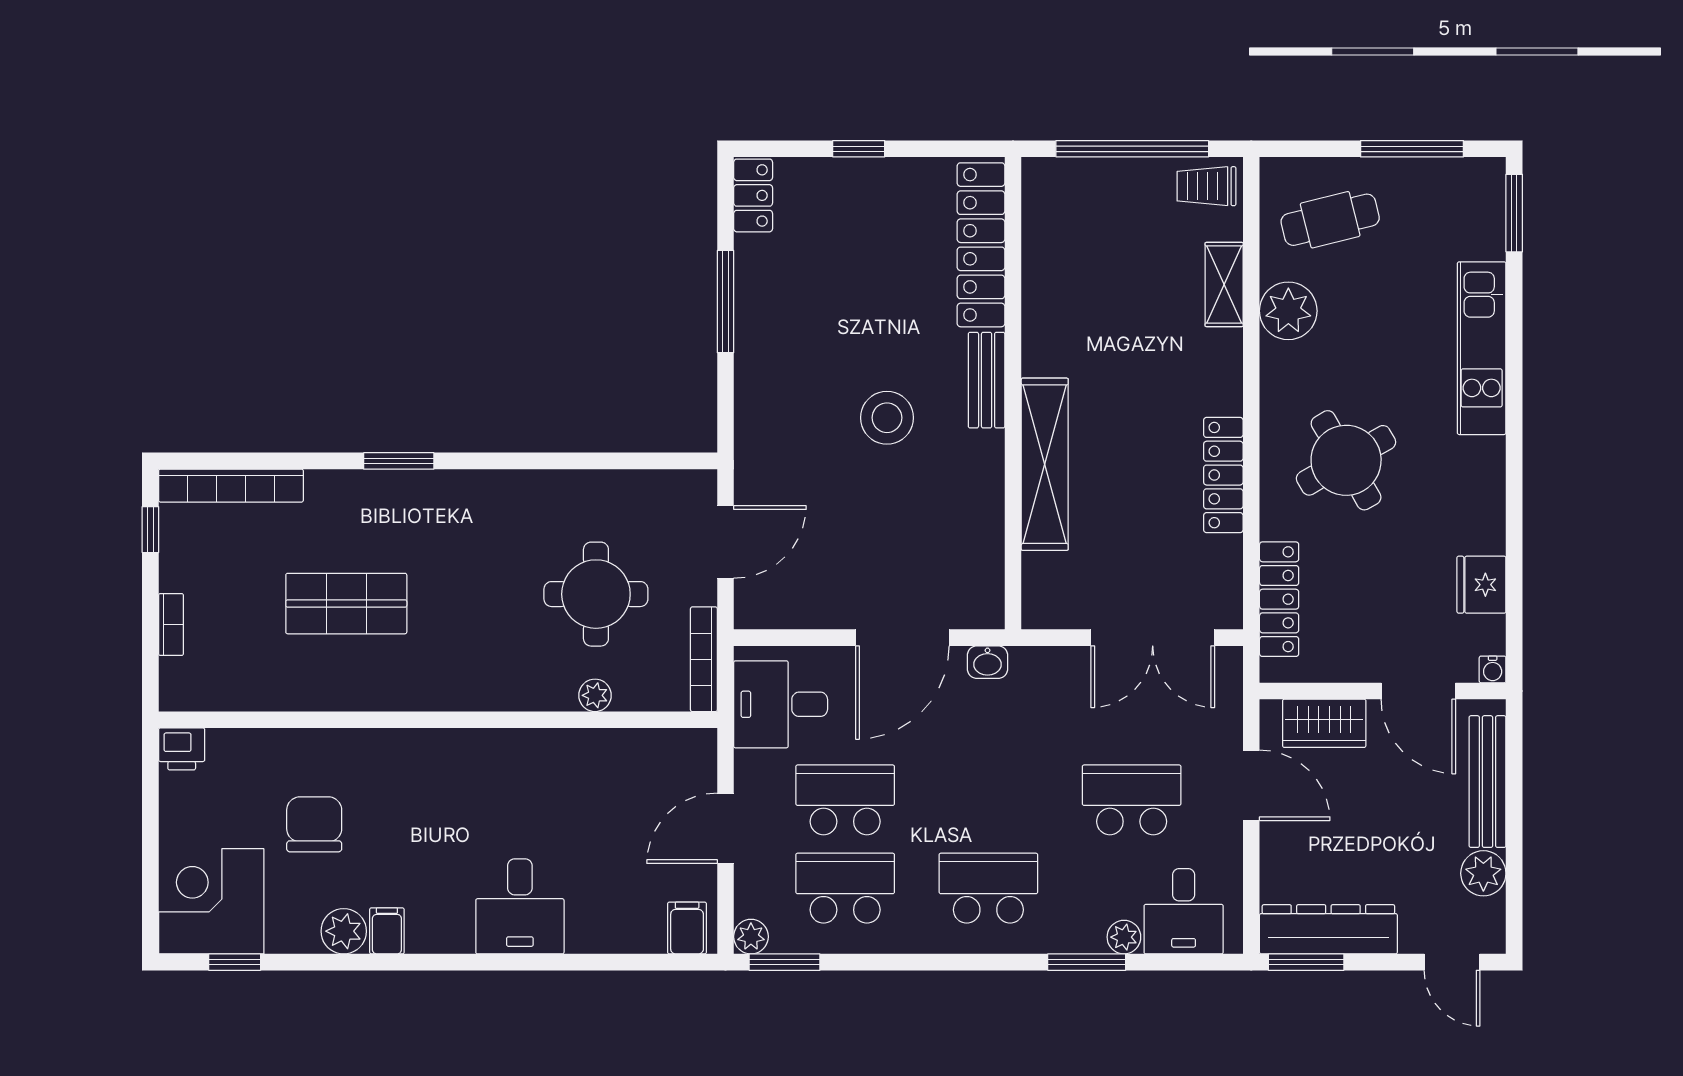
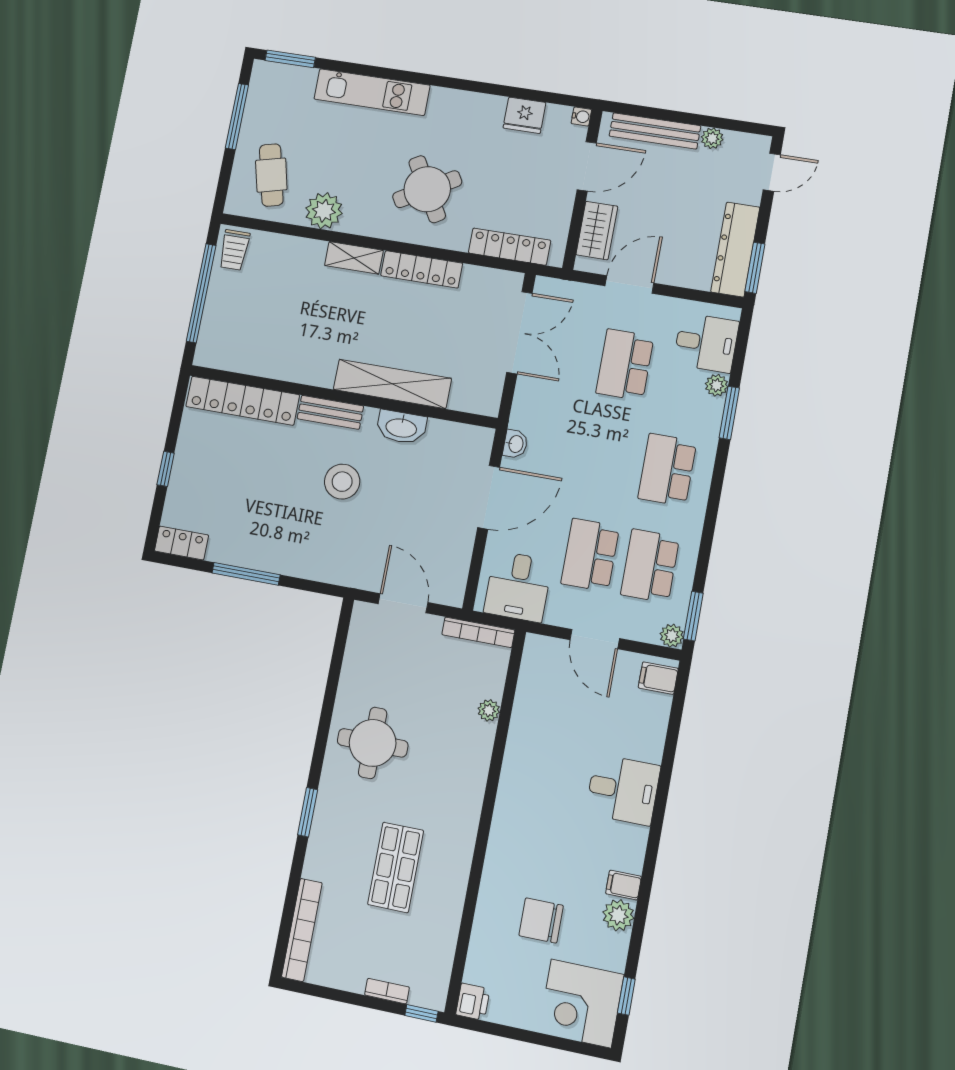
shelving: (1224, 284) -> (354, 258), moved
washbasin: (983, 490) -> (401, 427), added
window: (150, 530) -> (421, 1013), moved
round table: (596, 594) -> (373, 743), moved
door: (902, 638) -> (489, 497), hinge flipped
plant: (1483, 873) -> (712, 138), width x0.73, depth x0.73

